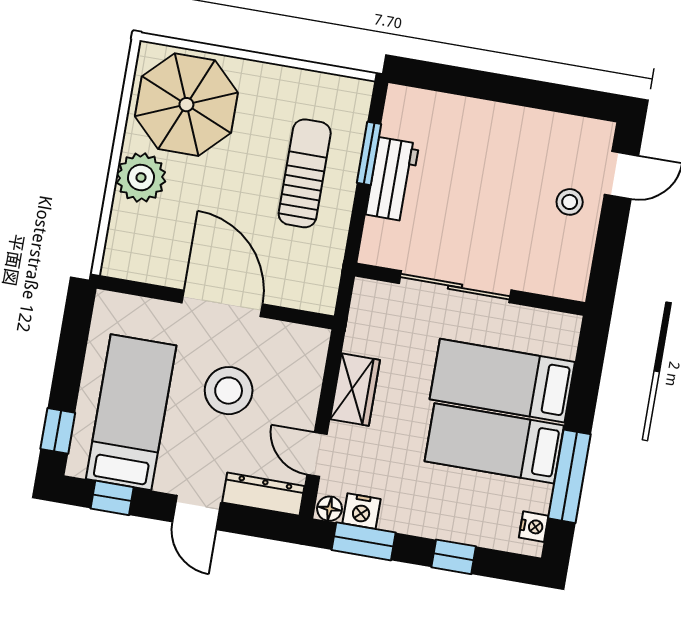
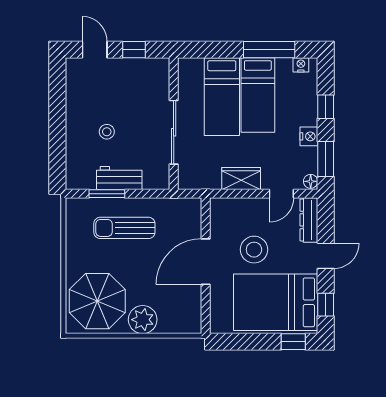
stool: (570, 202) -> (107, 132), moved
window: (610, 243) -> (134, 50), added
bed: (131, 412) -> (276, 302), width x1.50
nightstand: (361, 511) -> (309, 136), moved

